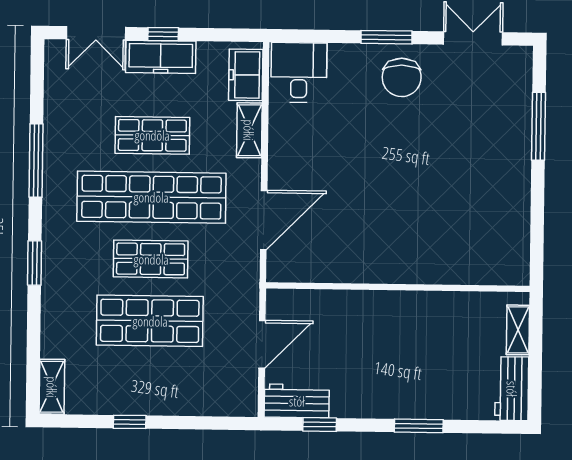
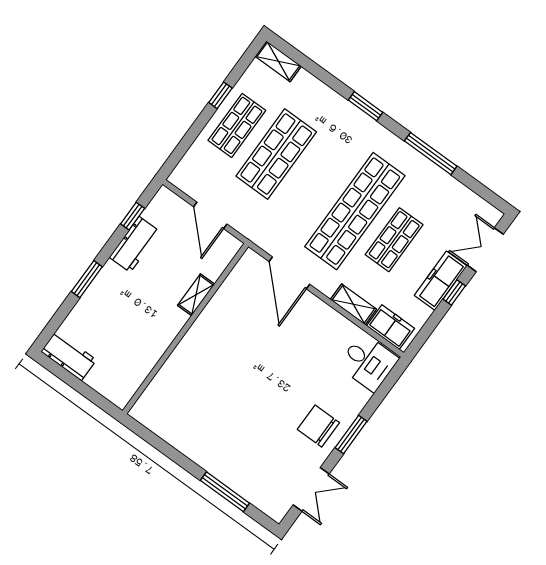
shop shelf: (151, 259) -> (237, 125), moved
shelving: (518, 330) -> (196, 295), moved, turned 90
workbench: (297, 401) -> (135, 244), moved

